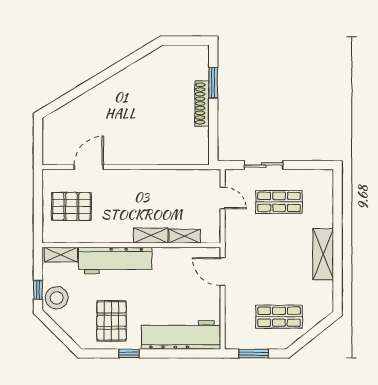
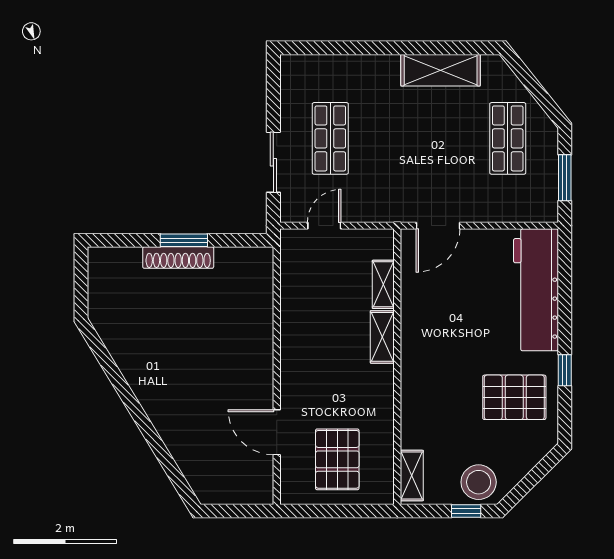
window: (213, 83) -> (184, 240), moved
shelving: (323, 254) -> (441, 70), moved
workbench: (115, 260) -> (421, 392), removed

